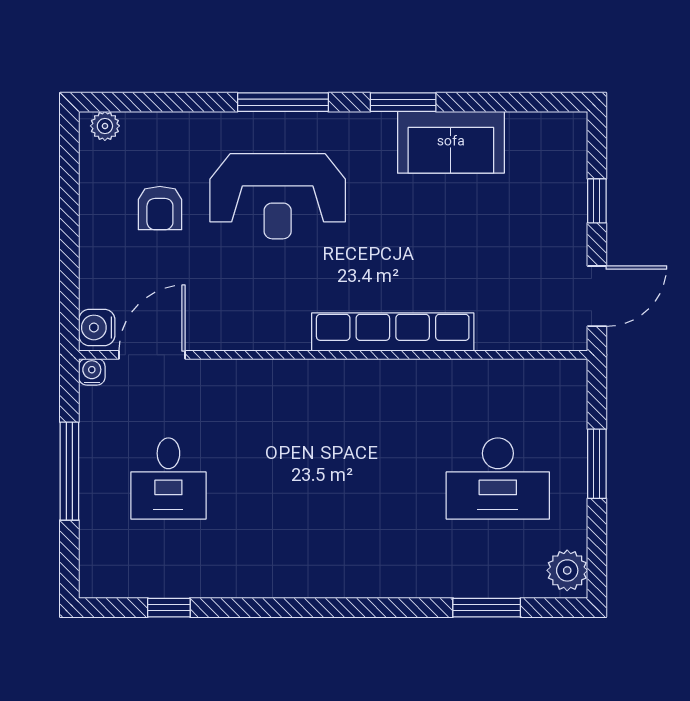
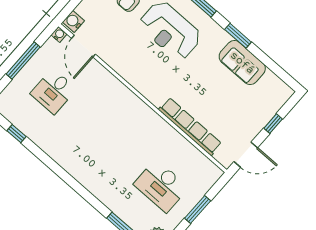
row of seats: (393, 332) -> (190, 127), moved
door: (152, 355) -> (84, 46), swing flipped

